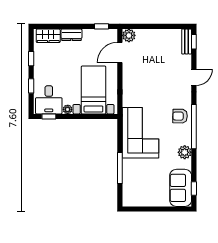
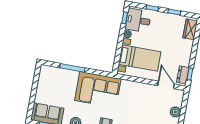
dresser: (71, 35) -> (183, 75), moved
plant: (129, 35) -> (175, 112), moved

